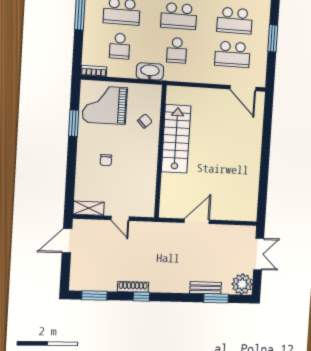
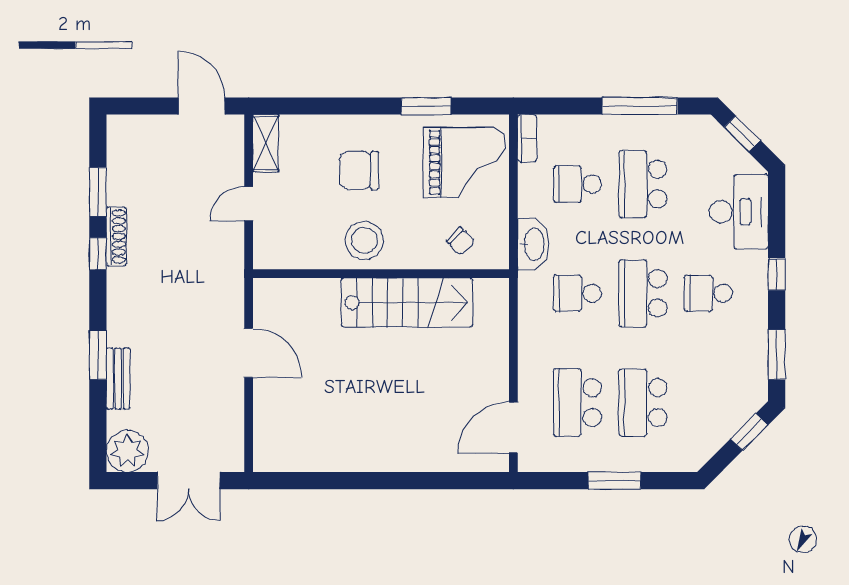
grand piano: (105, 105) -> (464, 162), turned 90
chair: (145, 121) -> (460, 241), moved
stool: (143, 159) -> (364, 240), added
chair: (106, 160) -> (359, 170), width x1.87, depth x1.87
window: (94, 295) -> (98, 192), moved
window: (216, 298) -> (98, 355), moved

